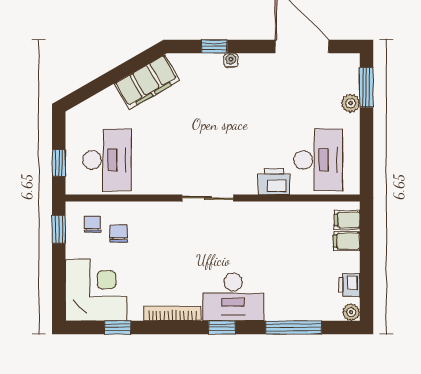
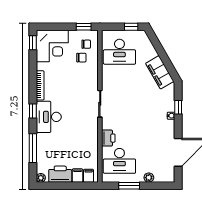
window: (366, 87) -> (129, 186), moved
window: (59, 163) -> (131, 27), moved
printer: (349, 285) -> (60, 174), width x1.87, depth x1.48
window: (118, 327) -> (33, 43), moved

